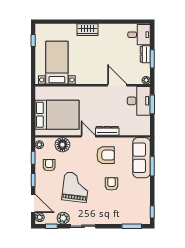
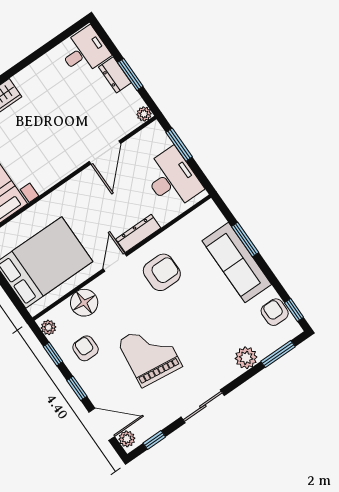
door: (117, 85) -> (105, 153), swing flipped
desk: (139, 101) -> (172, 179), moved
door: (88, 136) -> (115, 262), hinge flipped
sofa: (141, 158) -> (237, 263), moved
armchair: (111, 184) -> (275, 312), moved
plant: (63, 218) -> (246, 358), moved

